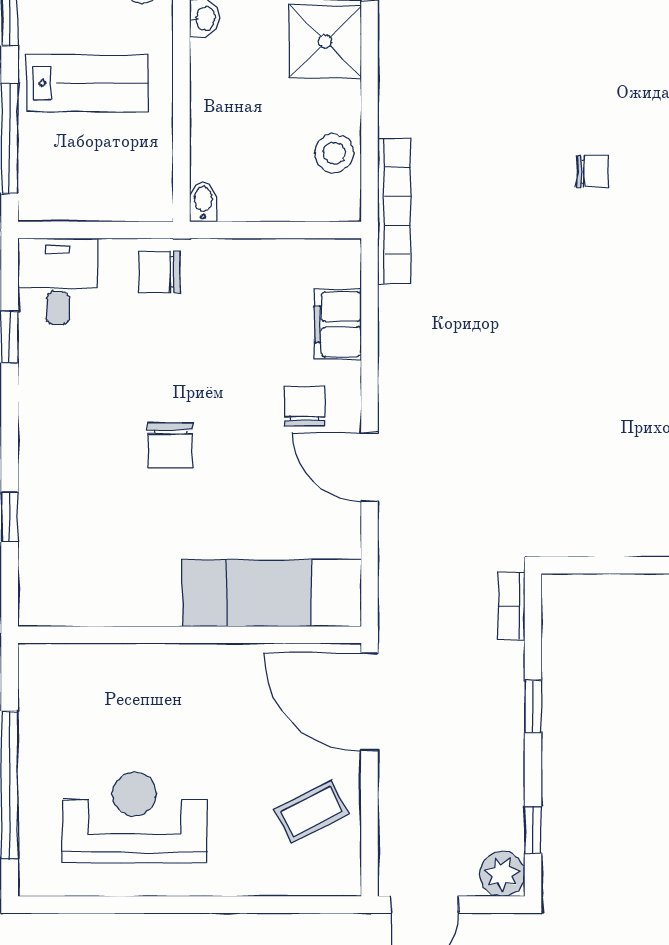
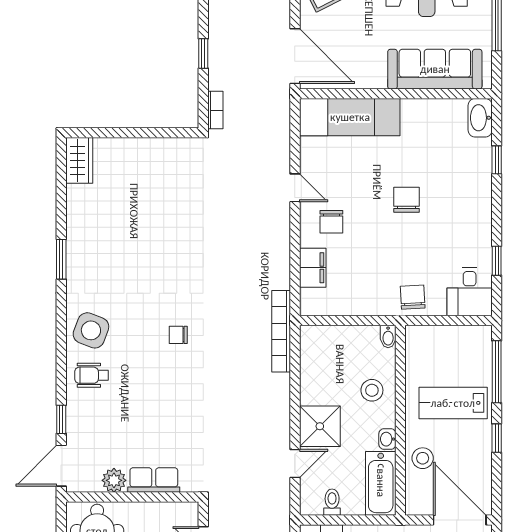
stool: (334, 153) -> (372, 390), moved
chair: (593, 172) -> (178, 335), moved
chair: (159, 272) -> (413, 297), turned -93
door: (369, 467) -> (295, 188), width x0.73
washbasin: (39, 592) -> (480, 118), added
sofa: (120, 679) -> (435, 69), added

